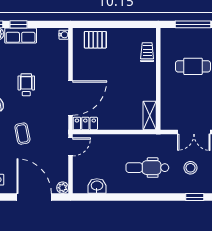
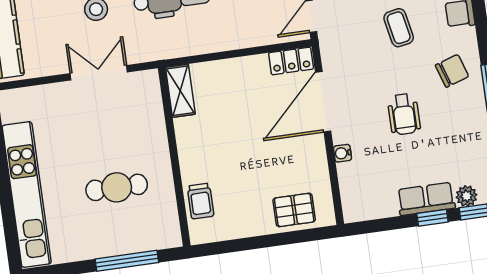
water cooler: (64, 35) -> (342, 153), moved

